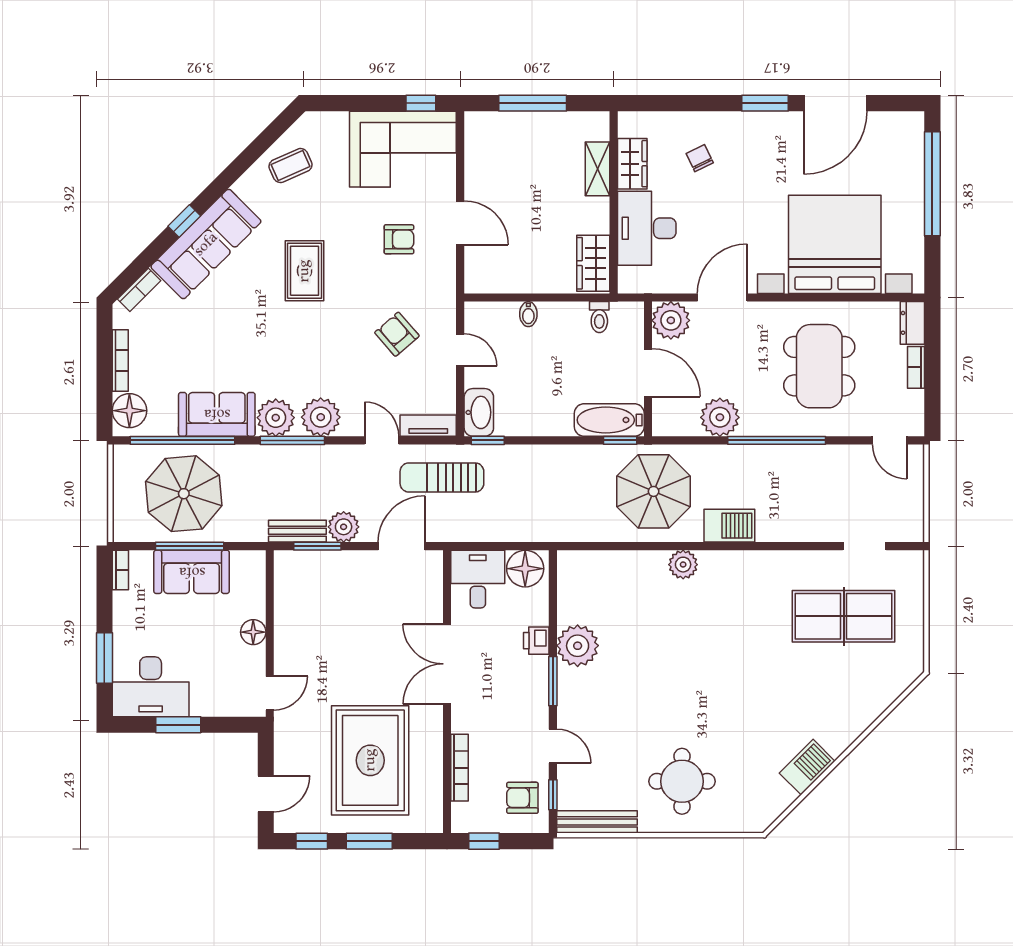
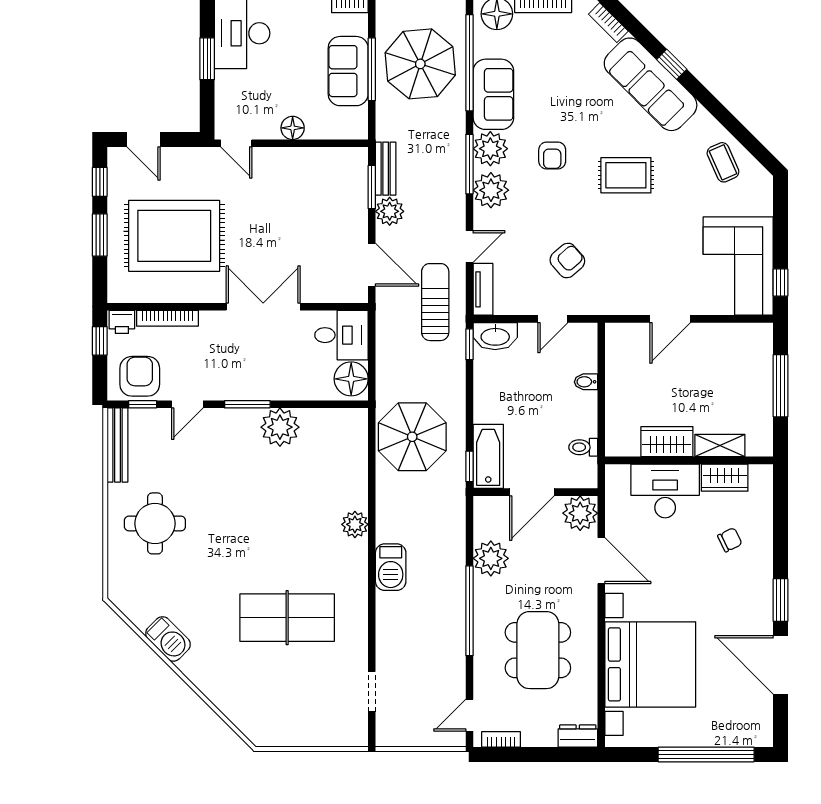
armchair: (399, 239) -> (552, 156), moved
wardrobe: (593, 263) -> (667, 442), moved
dining table: (819, 366) -> (538, 650), turned 90
bookcase: (916, 367) -> (501, 739), moved
parasol: (654, 491) -> (412, 437), moved
table tennis table: (844, 616) -> (287, 618), moved, turned 90
printer: (536, 641) -> (122, 322), moved, turned 180
armchair: (522, 798) -> (140, 376), width x1.38, depth x1.38

